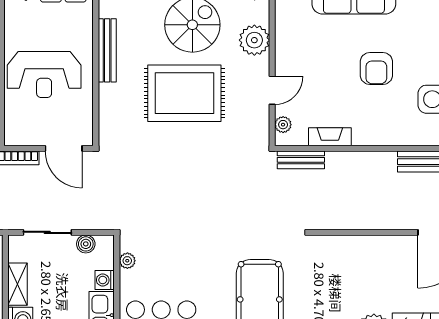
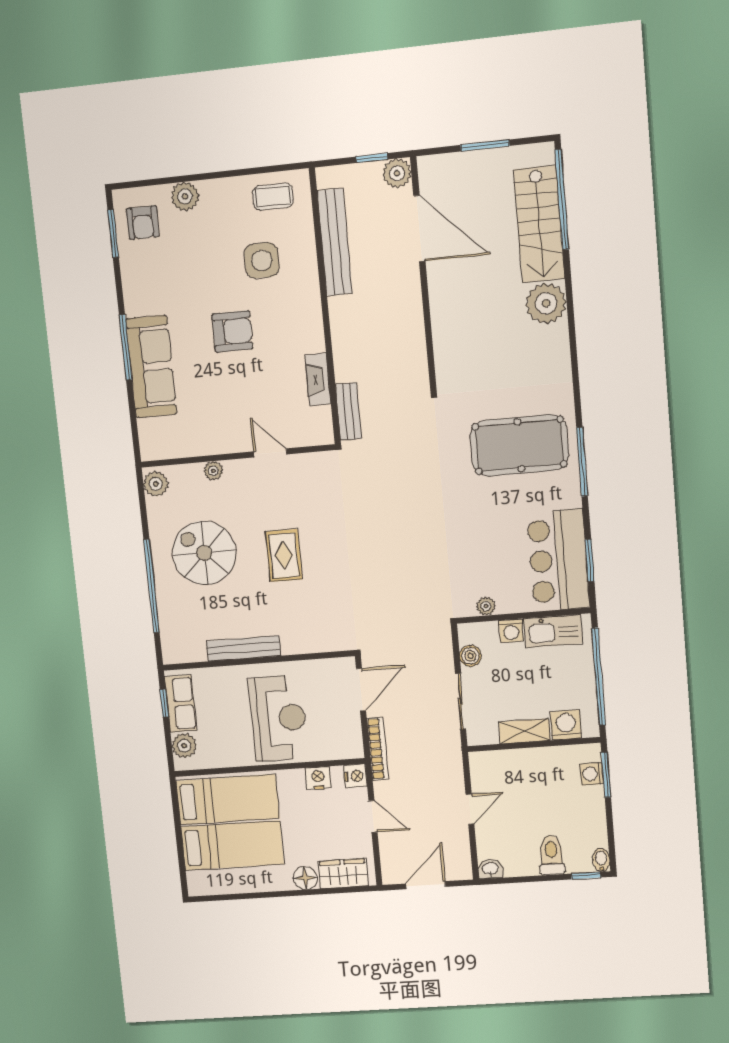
plant: (254, 40) -> (213, 471), width x0.53, depth x0.53
rug: (184, 93) -> (284, 555), width x0.54, depth x0.49
plant: (283, 125) -> (309, 436), removed

